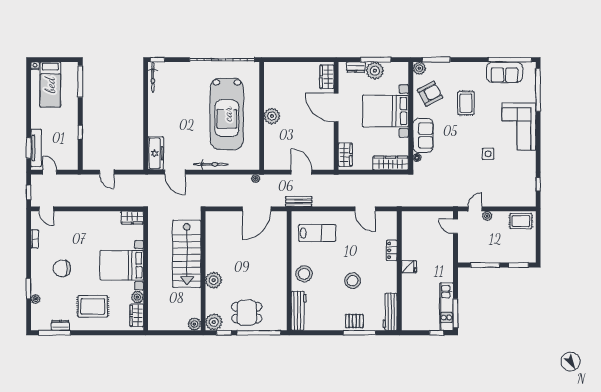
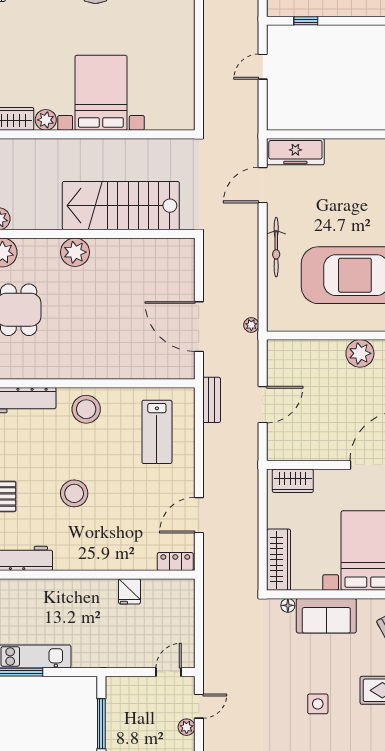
window: (80, 132) -> (306, 21), moved
side table: (488, 154) -> (318, 704), moved
door: (475, 209) -> (199, 706), hinge flipped
wardrobe: (132, 218) -> (184, 111), removed
locker: (392, 250) -> (175, 561), moved
fridge: (409, 267) -> (129, 591), moved
rug: (93, 306) -> (30, 42), removed

